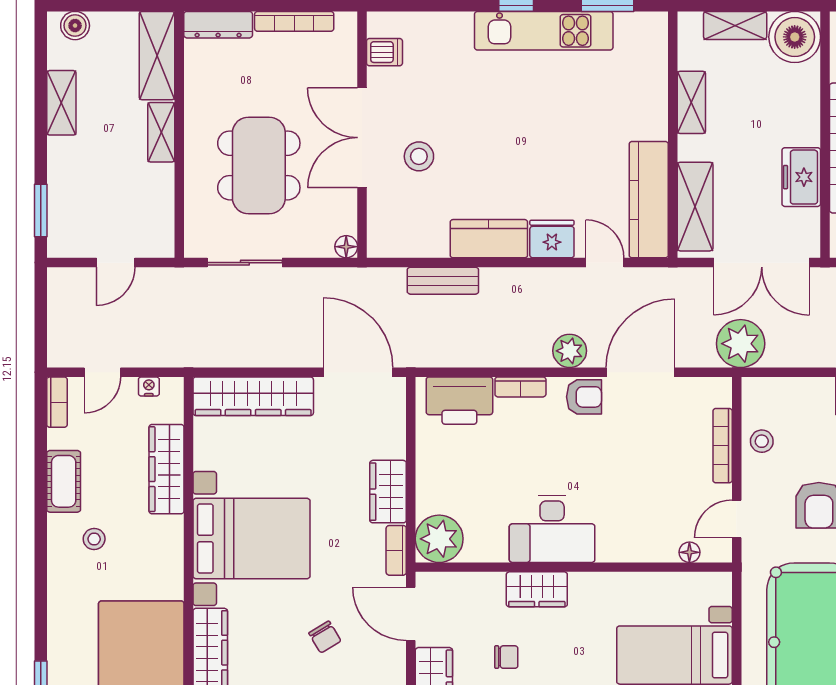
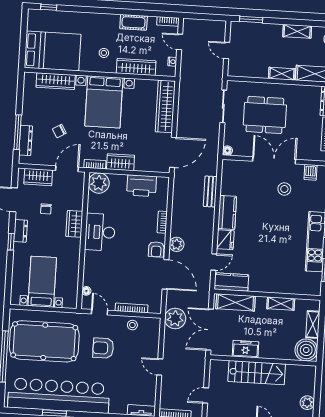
stool: (419, 156) -> (284, 189), moved
kitchen counter: (649, 200) -> (231, 282), width x0.67
printer: (459, 401) -> (142, 186), moved, turned -90
stool: (94, 539) -> (104, 53), moved

